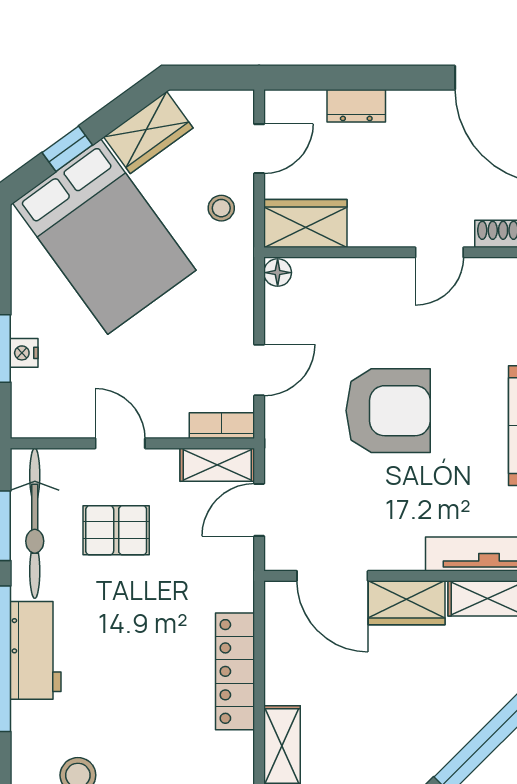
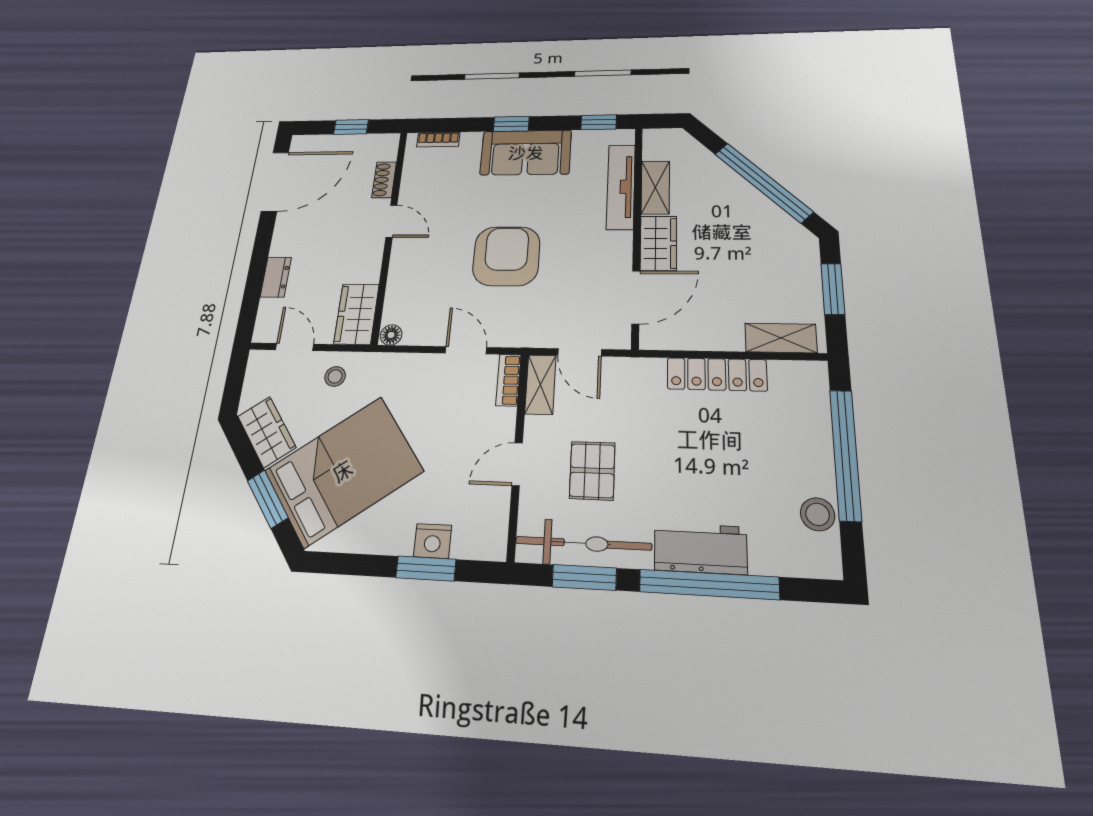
window: (67, 149) -> (268, 499), width x1.50
nightstand: (24, 353) -> (433, 541), width x1.39, depth x1.35

